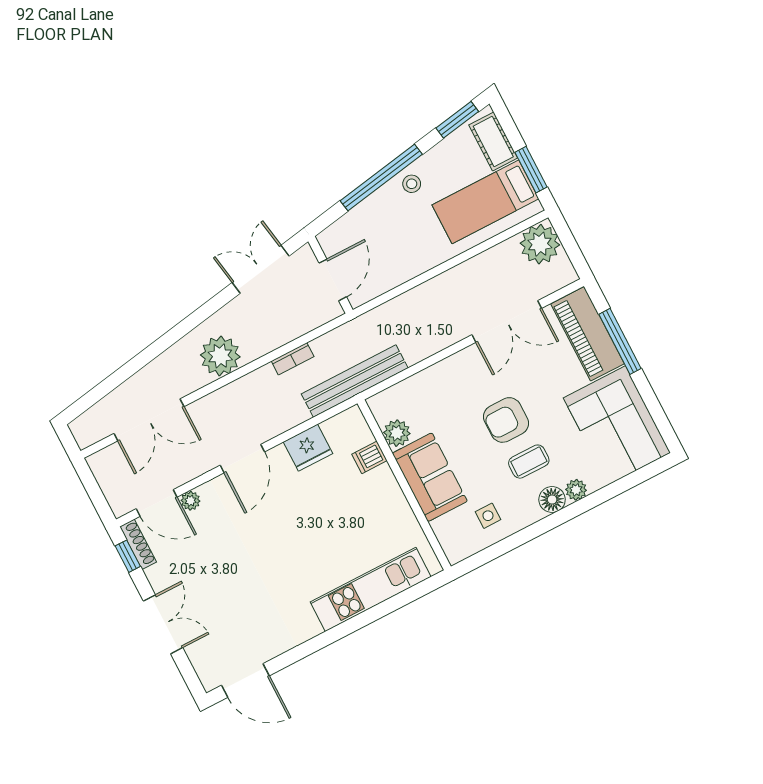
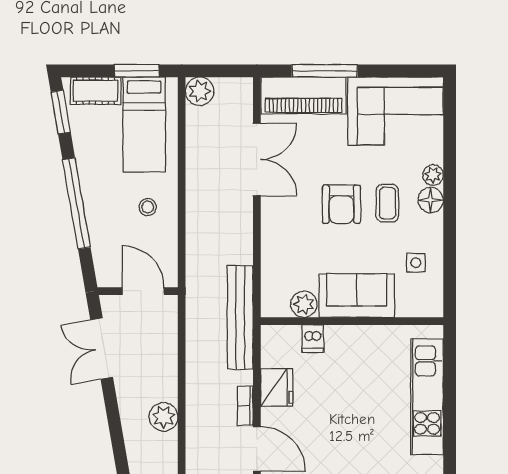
stool: (412, 184) -> (148, 207), moved
plant: (540, 244) -> (200, 91), width x0.73, depth x0.73
plant: (220, 356) -> (164, 417), width x0.73, depth x0.73
bookcase: (293, 359) -> (245, 406), moved, turned 180

